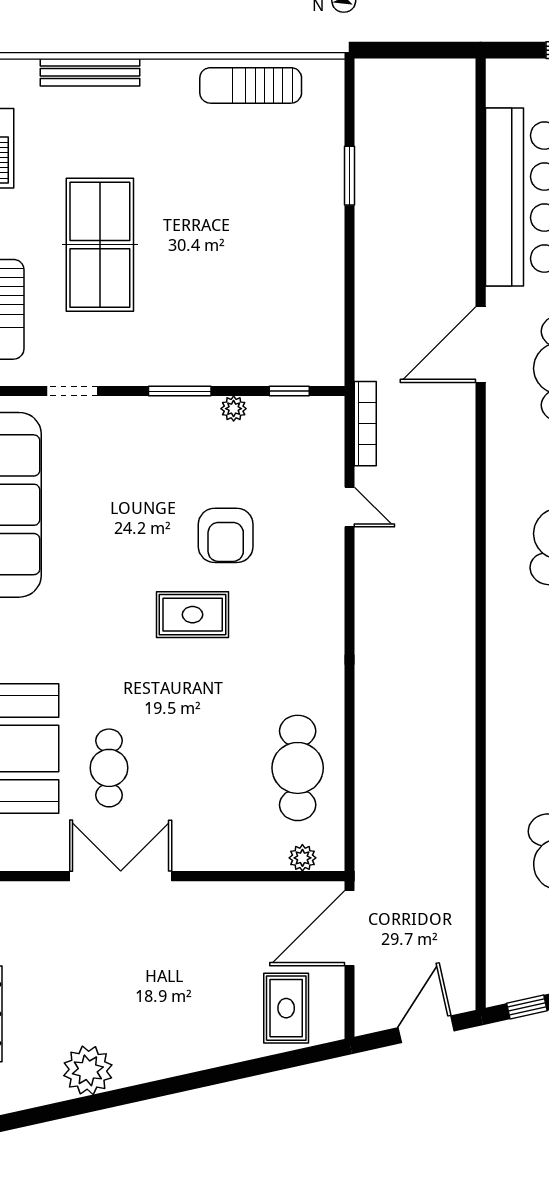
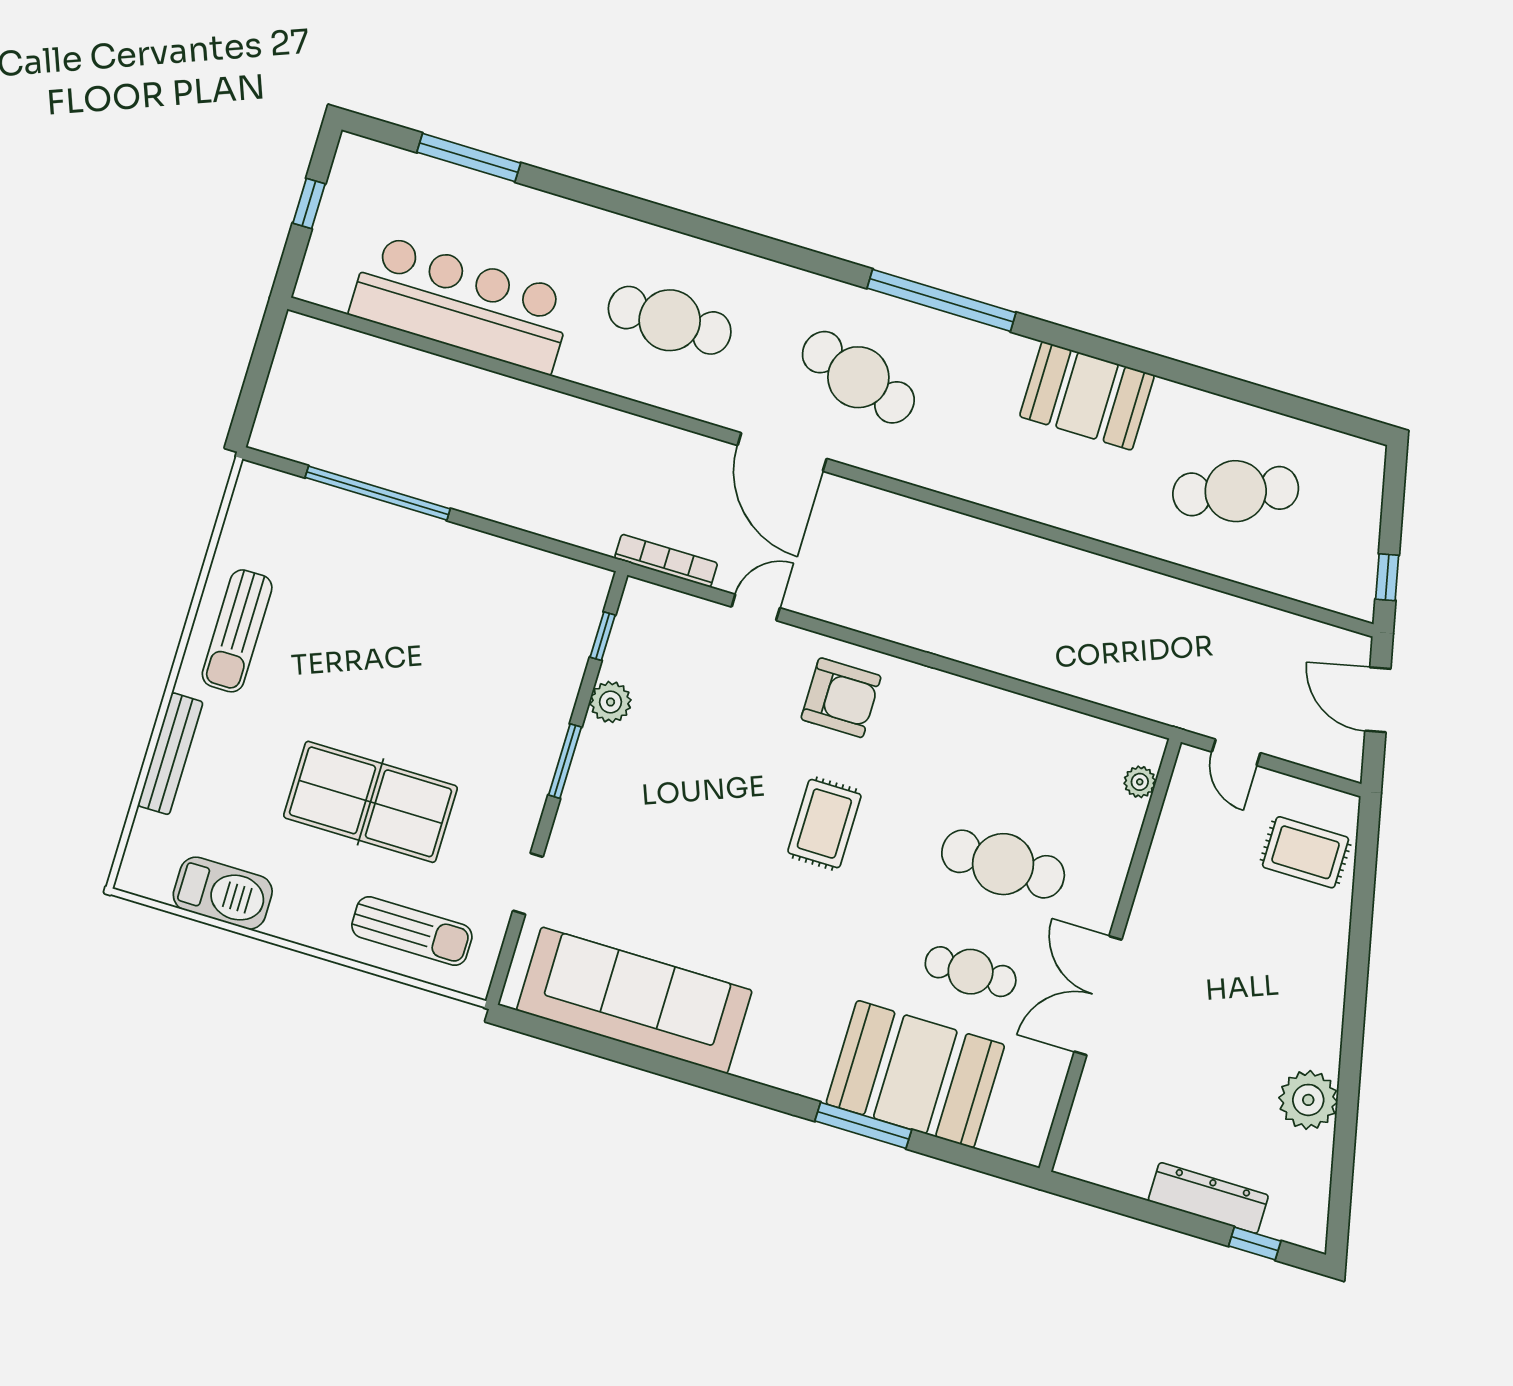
sun lounger: (251, 85) -> (237, 631), moved
window: (350, 176) -> (378, 493), width x2.11
door: (481, 345) -> (782, 452), moved
plant: (234, 409) -> (611, 702), width x1.38, depth x1.38
armchair: (226, 535) -> (841, 698), moved
cafe table: (298, 768) -> (1003, 864), moved
door: (350, 928) -> (1236, 752), width x0.53

